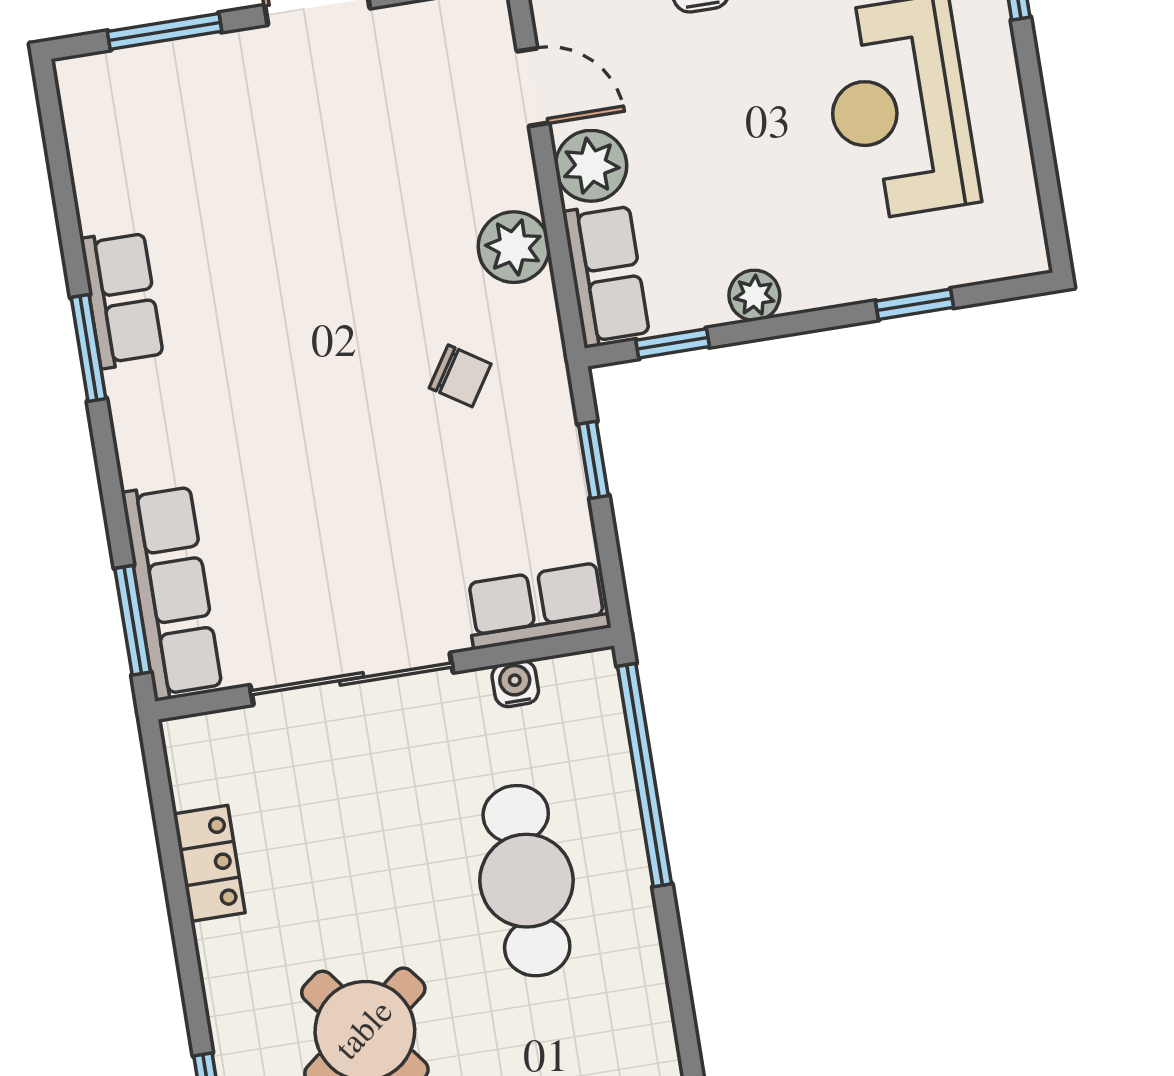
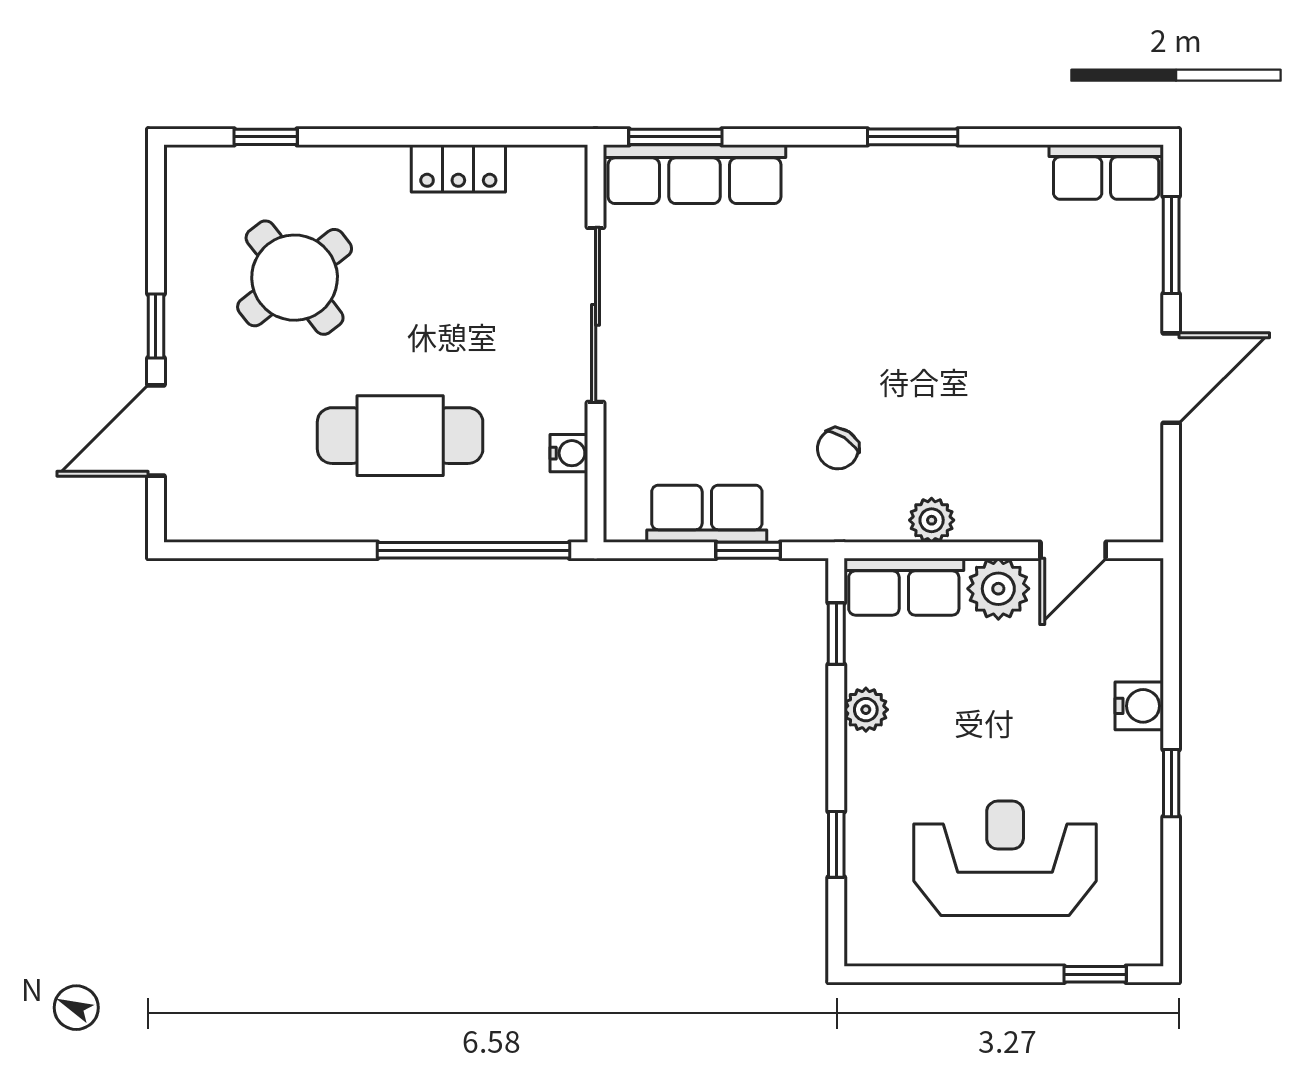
plant: (514, 247) -> (932, 520), width x0.73, depth x0.73
row of seats: (122, 299) -> (1106, 172), moved
row of seats: (537, 606) -> (707, 514), moved, turned -90

